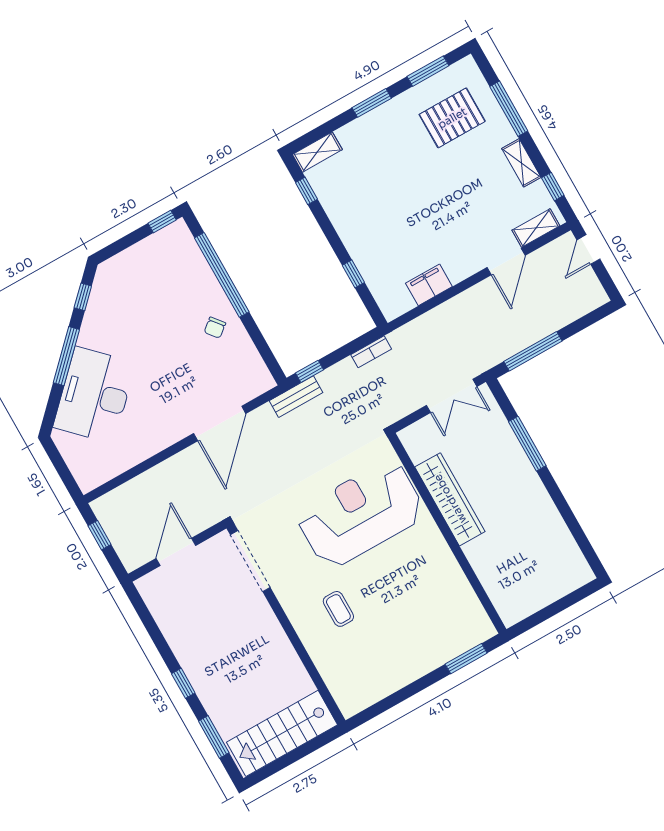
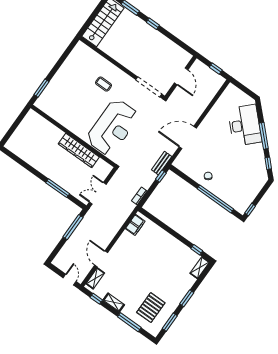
window: (353, 274) -> (161, 225), removed
filing cabinet: (429, 285) -> (135, 225), moved
door: (220, 424) -> (188, 137), hinge flipped

